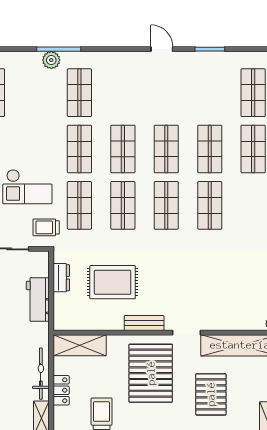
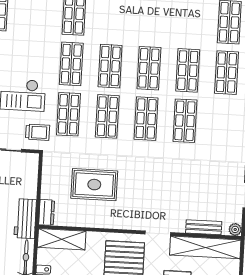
trolley: (46, 227) -> (38, 132), turned 180
dresser: (61, 278) -> (47, 212), moved
workbench: (38, 300) -> (25, 219), moved
bench: (144, 323) -> (204, 227), moved

